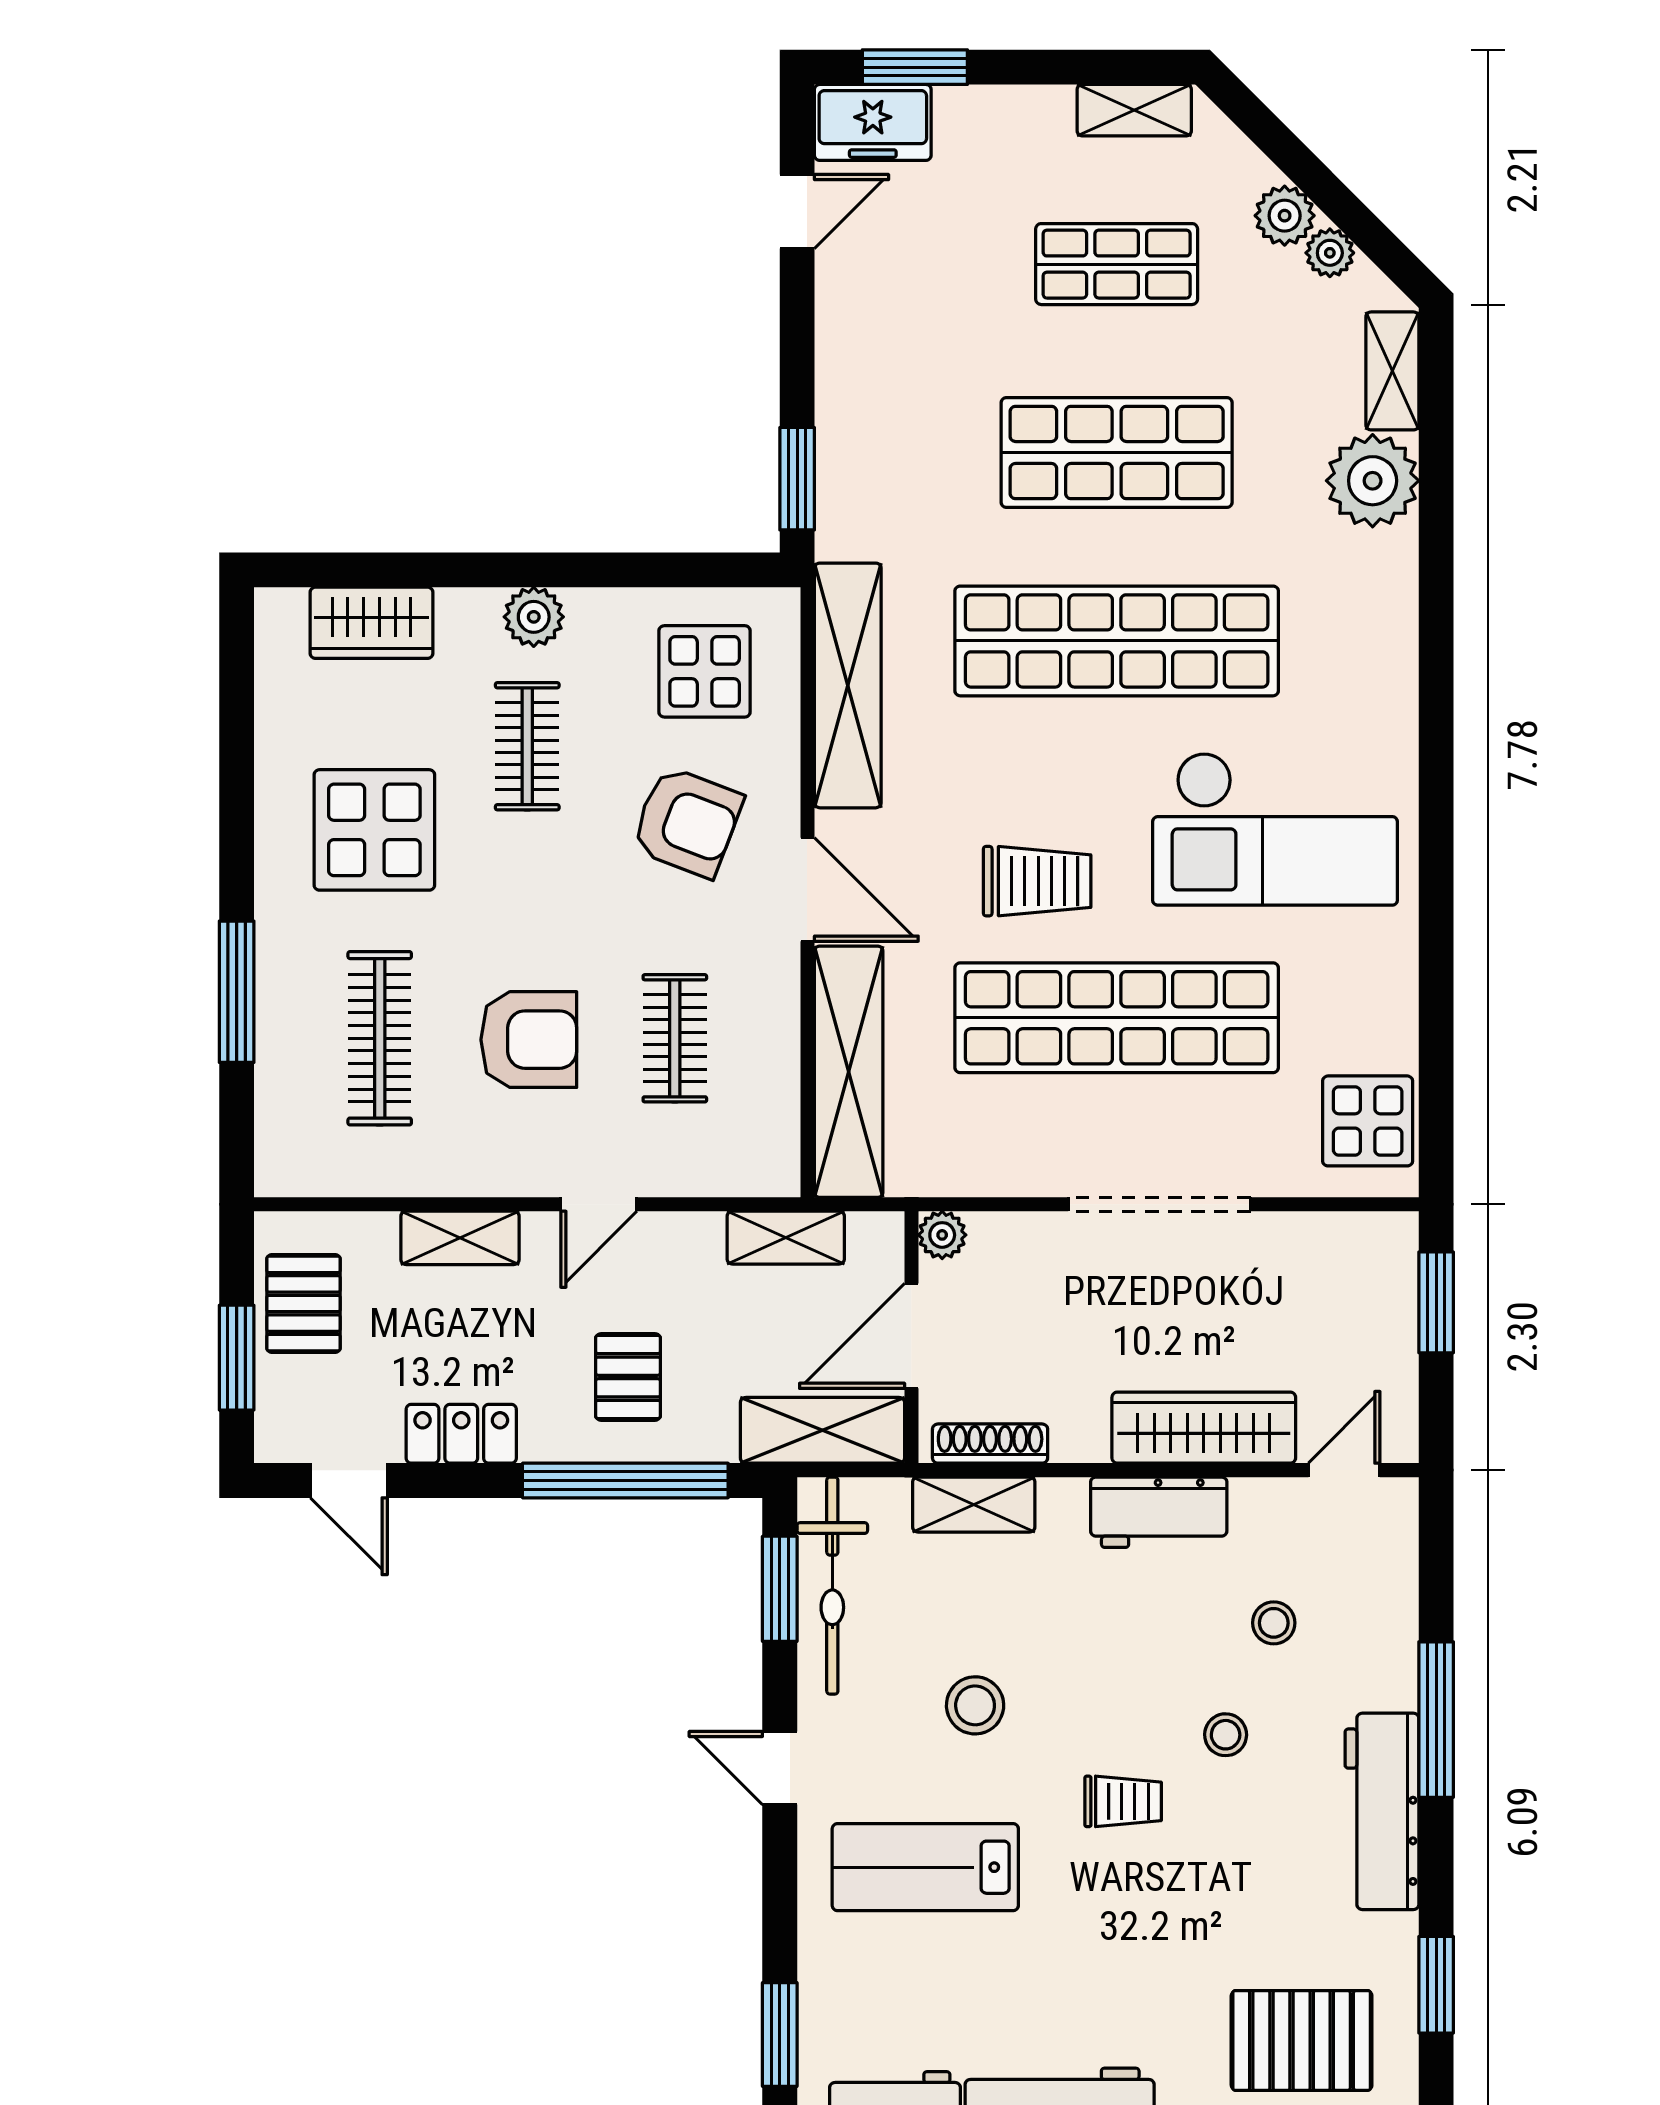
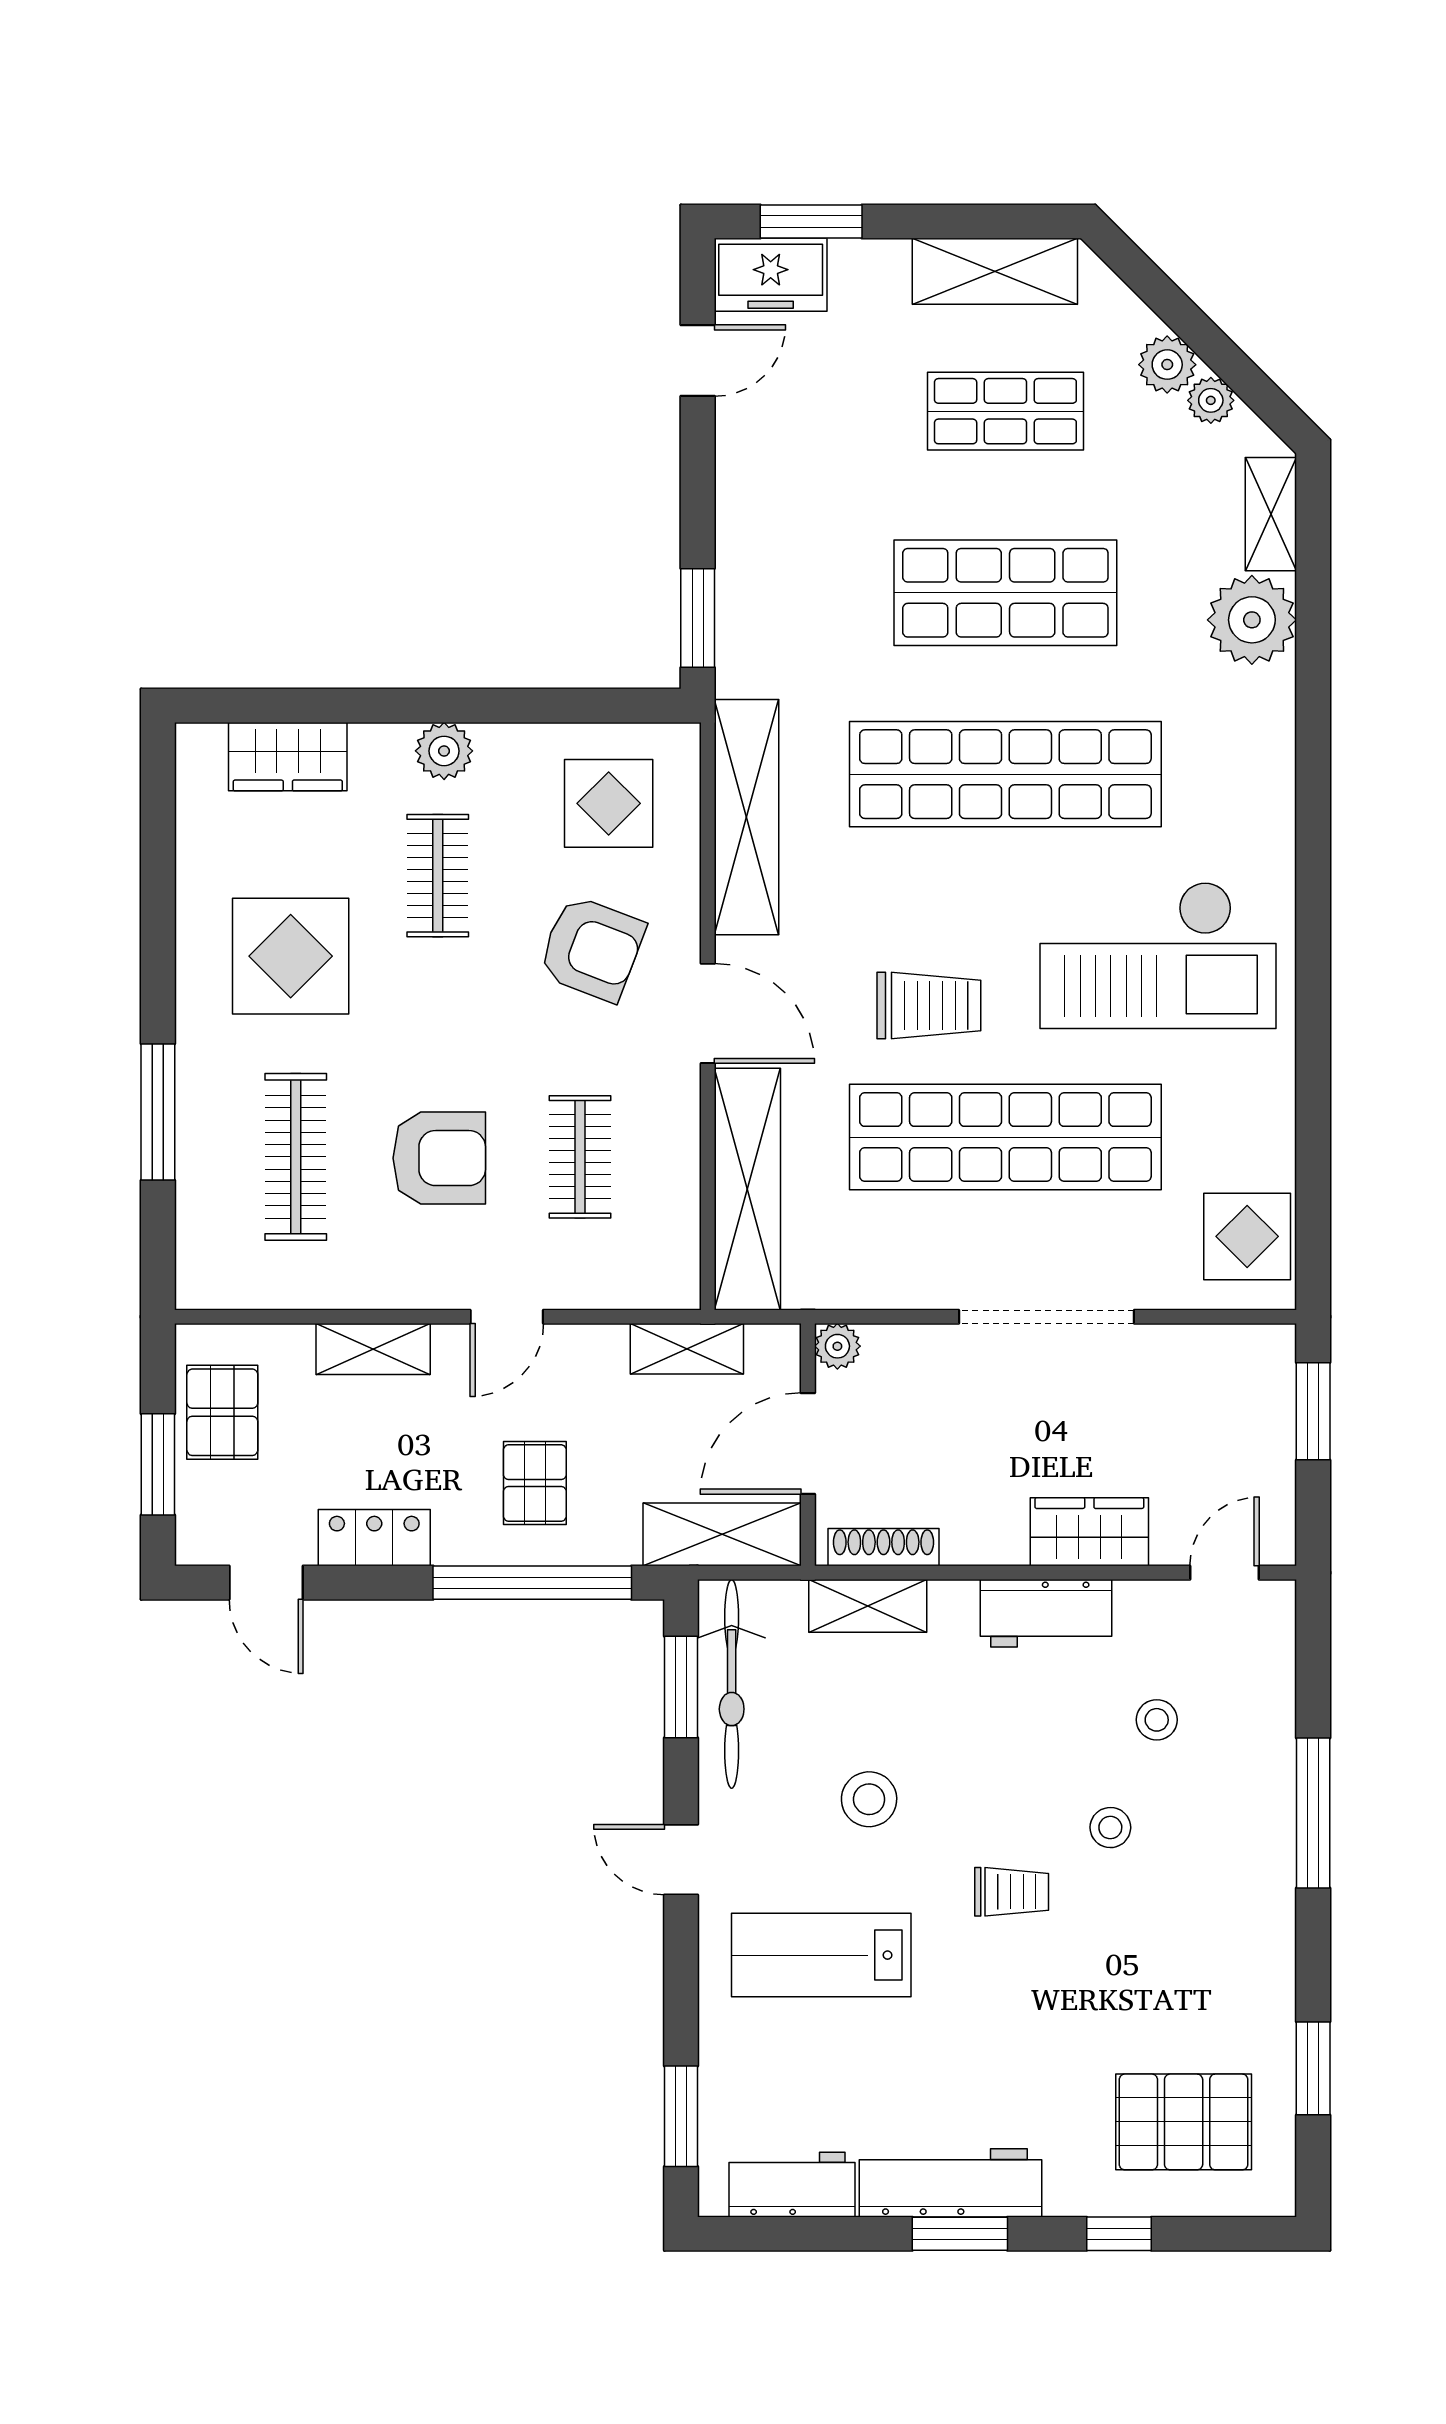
shelving: (1134, 110) -> (995, 271), width x1.50, depth x1.33
wardrobe: (1204, 1428) -> (1089, 1532), width x0.67
workbench: (1382, 1811) -> (1261, 1901), removed

